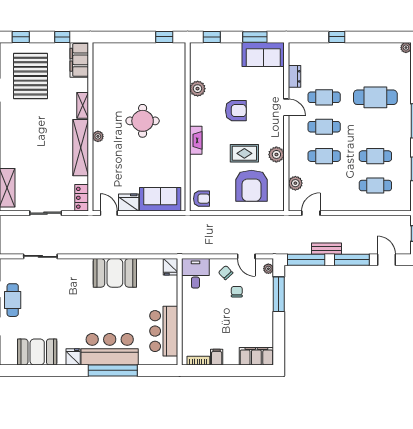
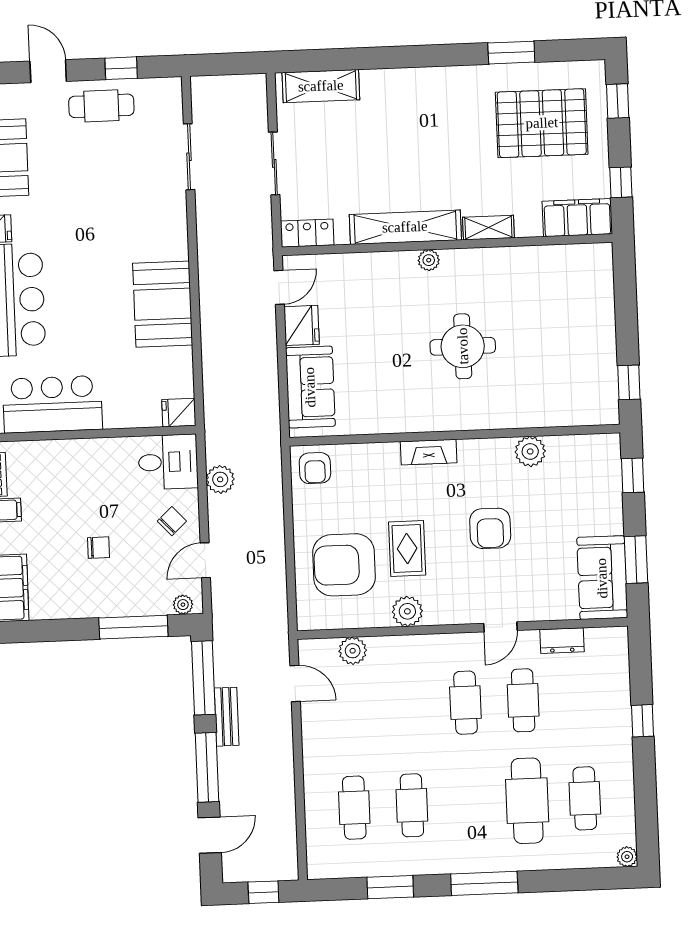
cafe table: (324, 156) -> (585, 798), moved
plant: (205, 247) -> (220, 479), added
chair: (237, 292) -> (98, 548), moved

